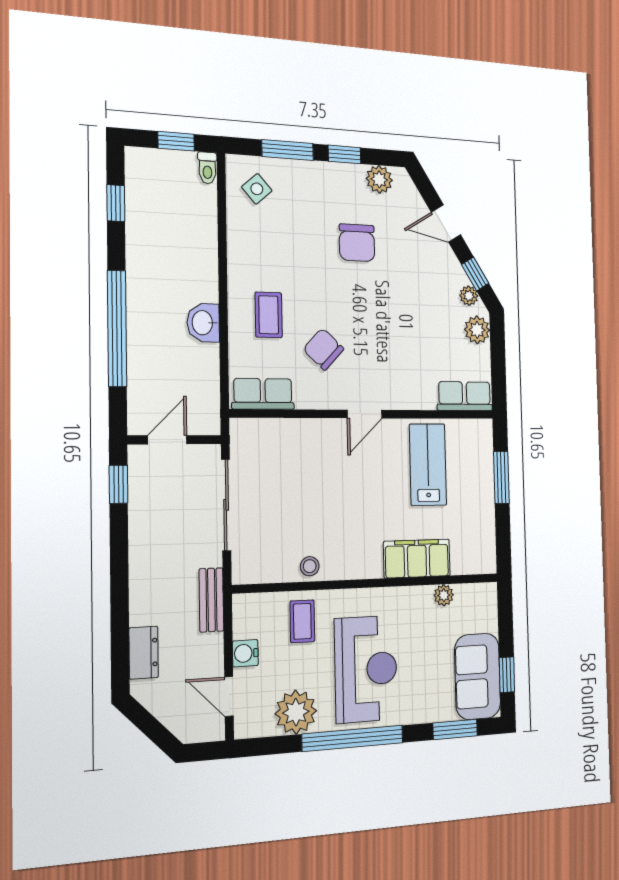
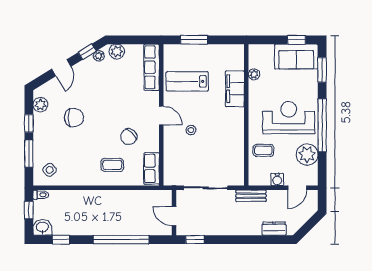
washbasin: (203, 323) -> (42, 227), moved, turned 180
row of seats: (465, 396) -> (152, 67), width x1.48
stool: (310, 566) -> (191, 130), moved

